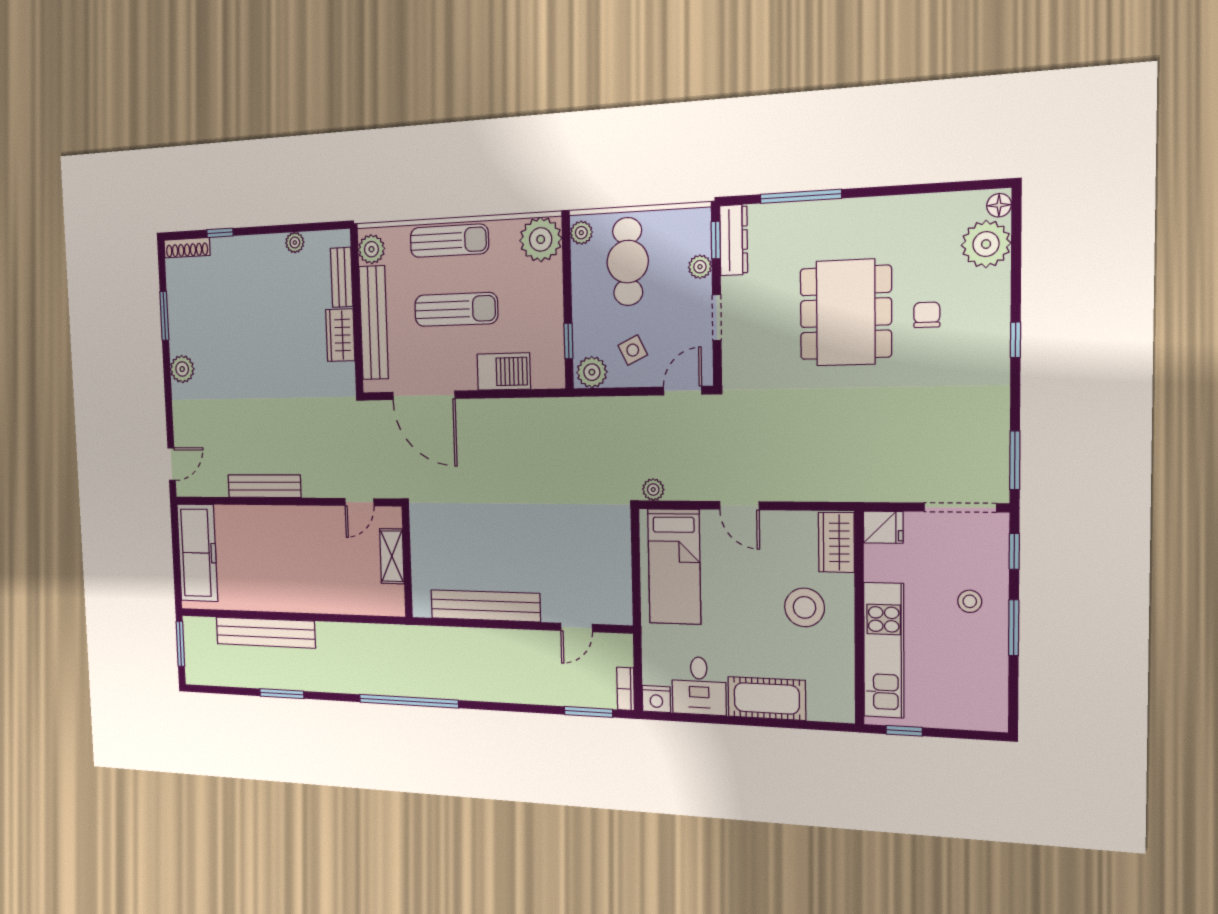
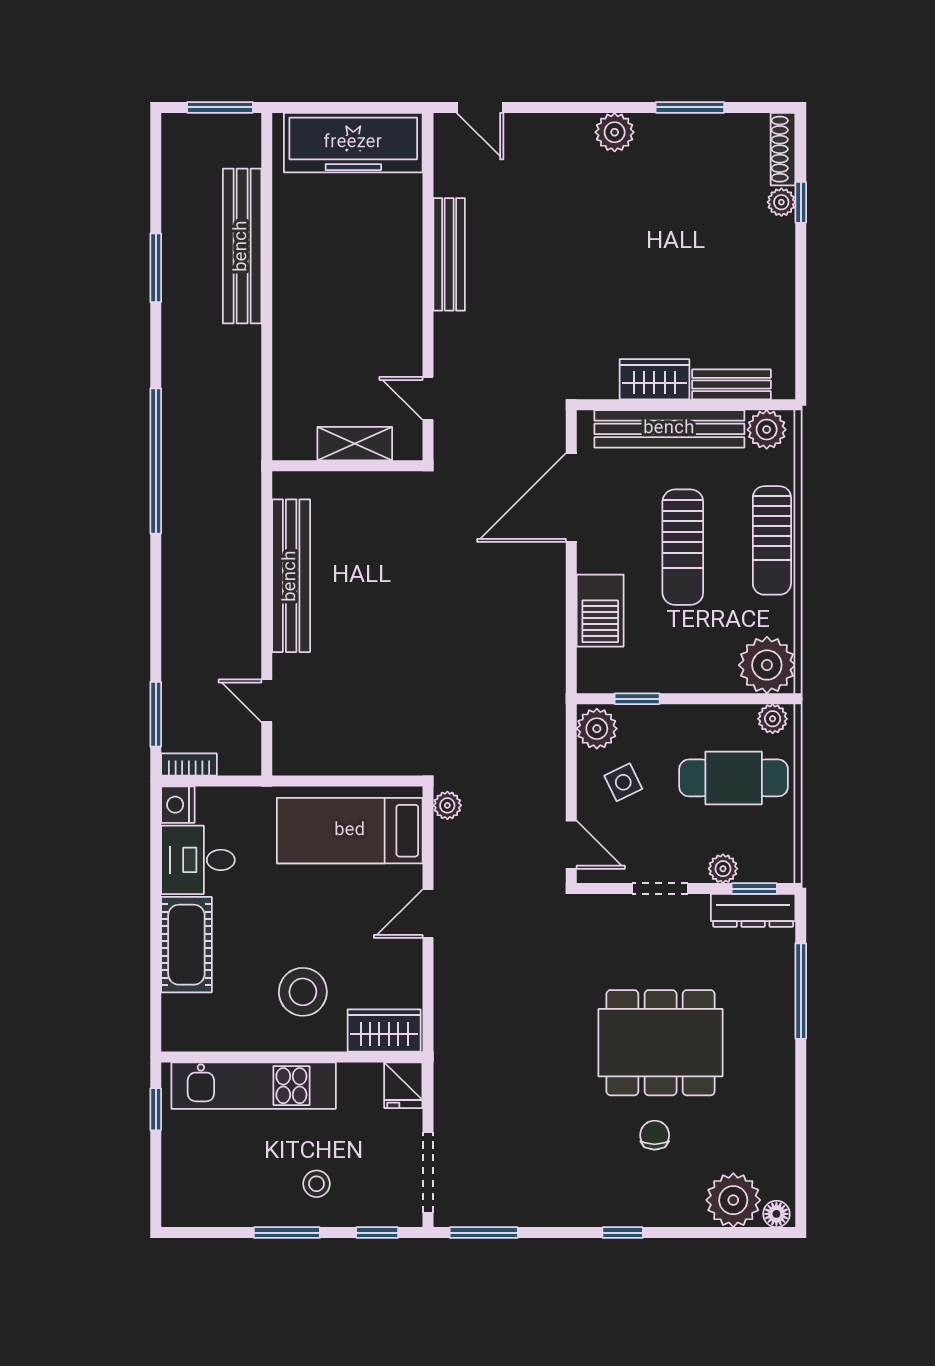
plant: (295, 243) -> (781, 202), moved
chair: (927, 315) -> (655, 1135), turned -90

